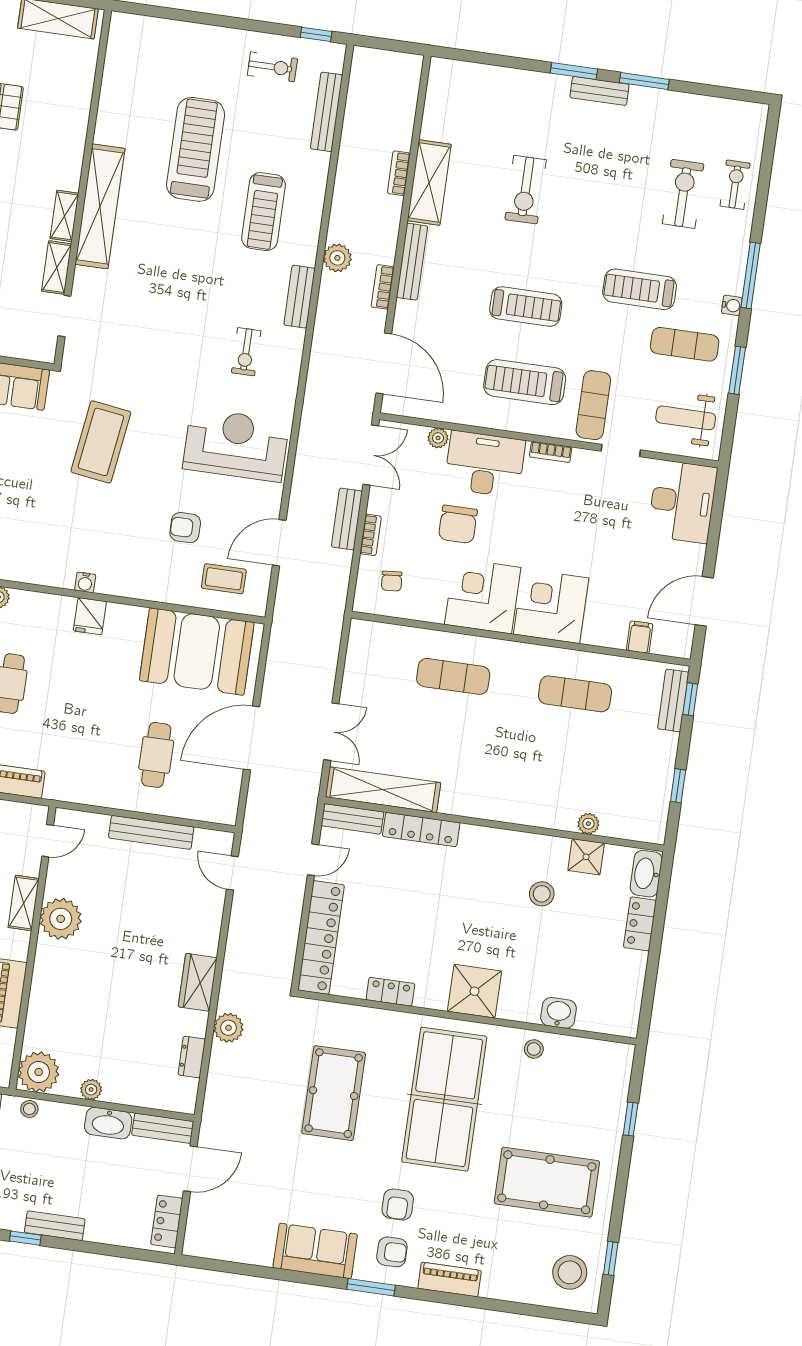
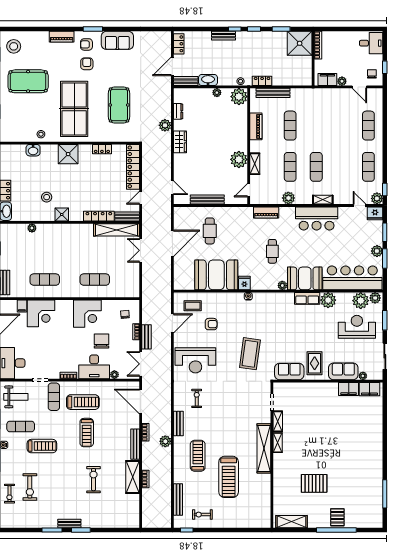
treadmill: (526, 307) -> (87, 433), turned -90
corner desk: (551, 606) -> (41, 313), moved
booth: (197, 652) -> (216, 275), moved
shower: (586, 857) -> (62, 215), moved

